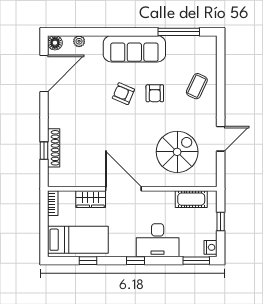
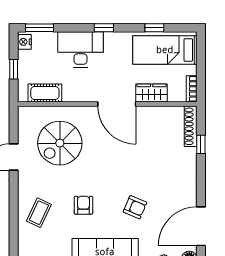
armchair: (123, 94) -> (135, 207), moved
shoe rack: (54, 148) -> (191, 126), moved

